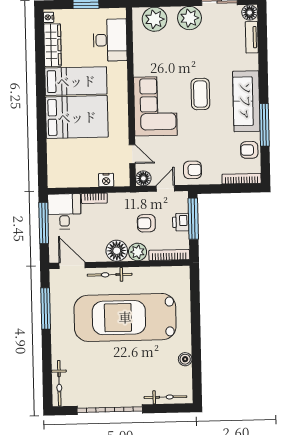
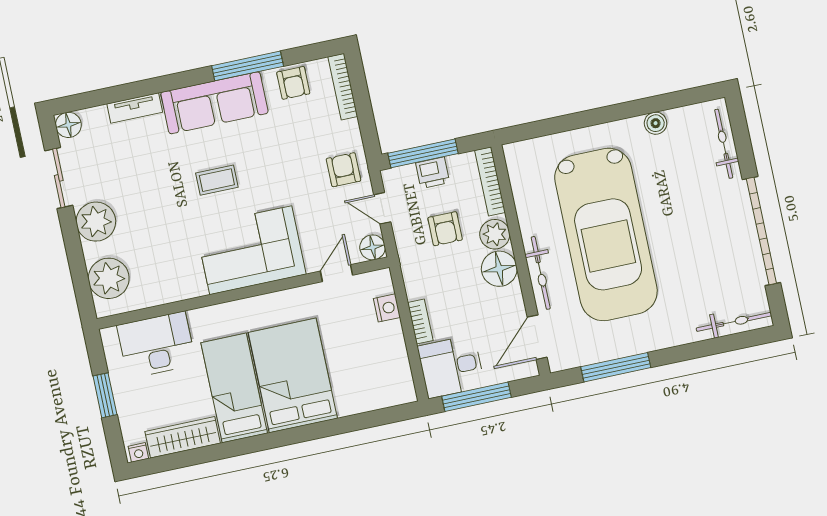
tv unit: (252, 37) -> (135, 108), moved
coffee table: (200, 94) -> (217, 180), width x0.73, depth x0.77

